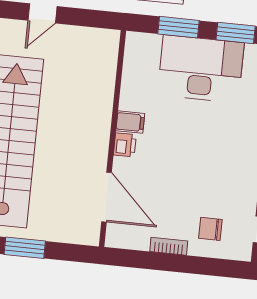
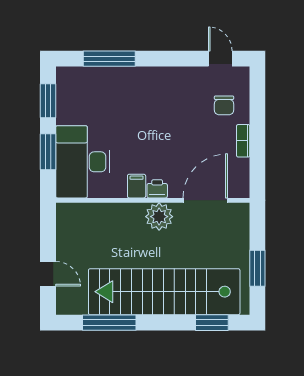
desk: (201, 69) -> (83, 162), moved
plant: (94, 144) -> (159, 217), added

